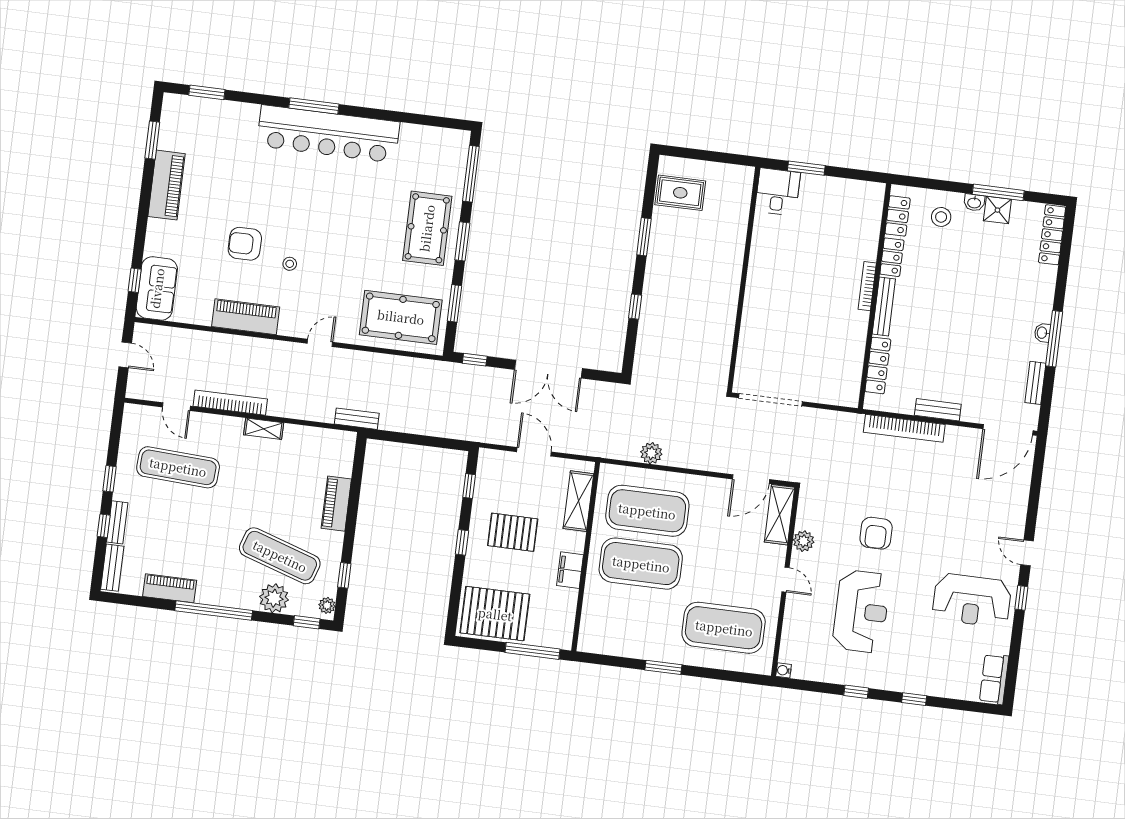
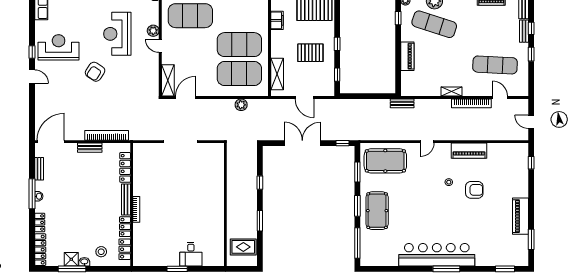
wall: (744, 280) -> (225, 204), moved
locker: (1047, 285) -> (40, 222), added
sofa: (157, 288) -> (519, 160), removed
armchair: (876, 533) -> (95, 72), moved, turned -147
plant: (804, 541) -> (153, 31), moved
filing cabinet: (570, 570) -> (277, 20), moved

